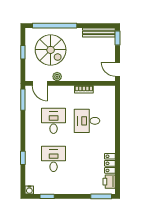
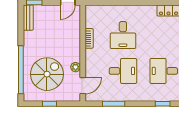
bench: (99, 32) -> (28, 18), width x0.73
window: (23, 100) -> (114, 104), moved
desk: (54, 121) -> (123, 71), turned 180

